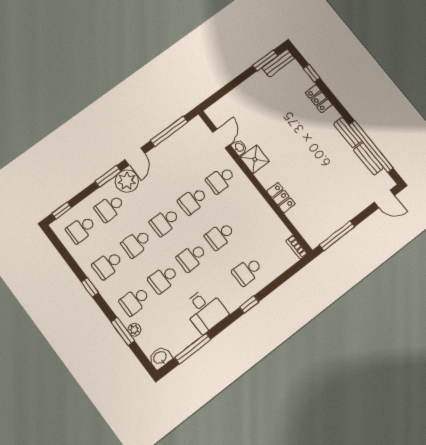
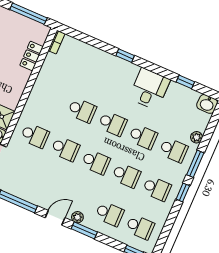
plant: (127, 181) -> (77, 217), width x0.53, depth x0.53
locker: (281, 198) -> (32, 56), moved
school desk: (247, 271) -> (99, 72), removed
window: (123, 332) -> (195, 164), moved
window: (193, 348) -> (185, 82), width x0.46

